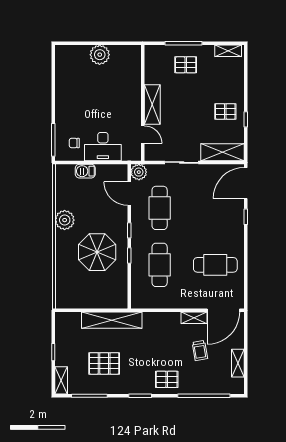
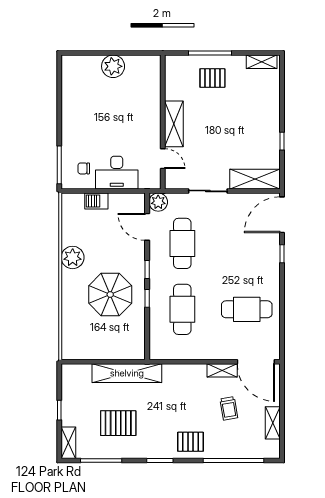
pallet: (225, 111) -> (258, 132), removed
door: (223, 310) -> (256, 362), hinge flipped

